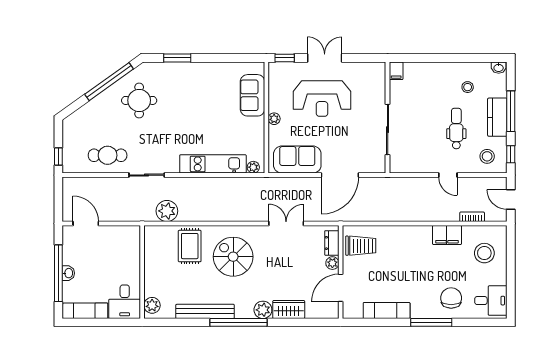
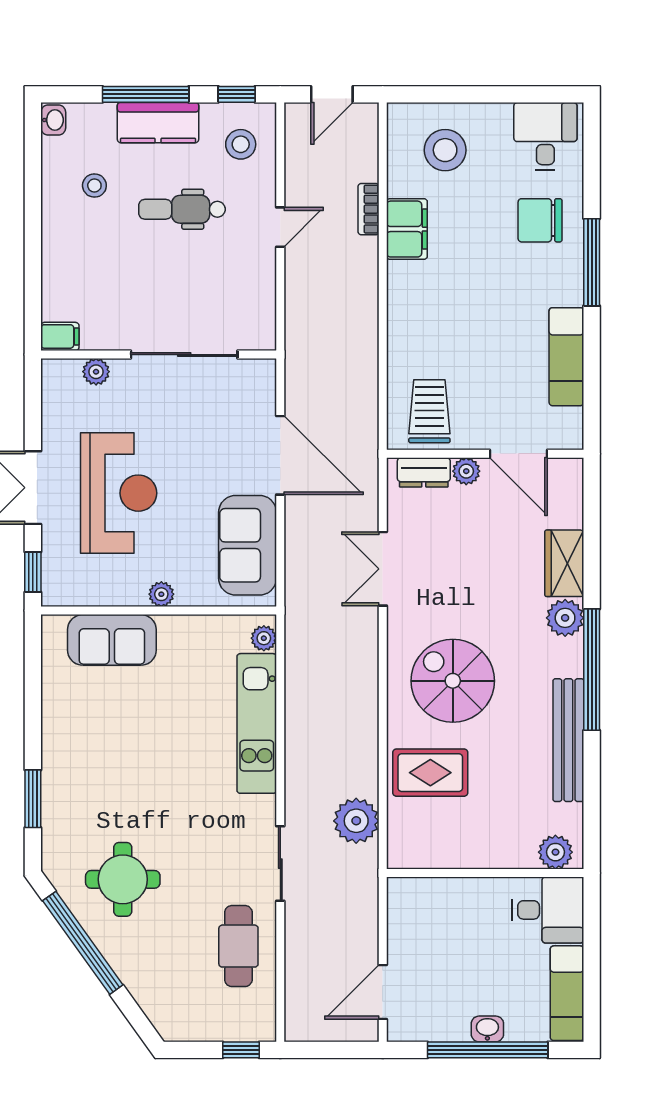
plant: (379, 88) -> (96, 372), added
bookcase: (472, 217) -> (369, 209), moved
spiral stairs: (233, 257) -> (453, 681), turned 90

